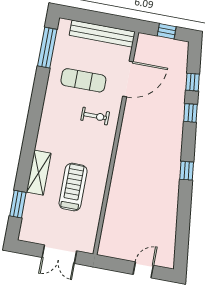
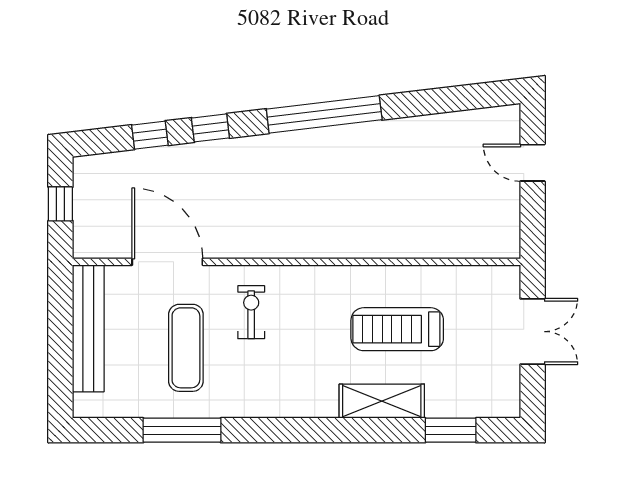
window: (47, 48) -> (182, 430), moved
window: (187, 171) -> (324, 114), width x3.17

